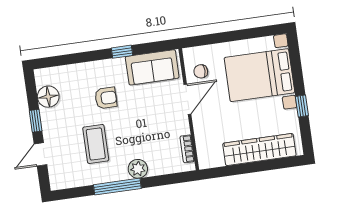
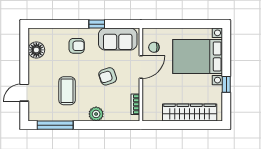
armchair: (106, 98) -> (77, 46), moved
armchair: (146, 118) -> (108, 76), added
window: (36, 121) -> (24, 67), removed
window: (117, 187) -> (55, 125), moved

